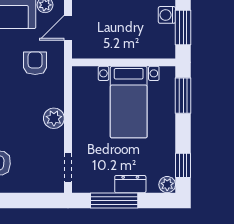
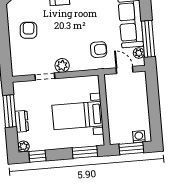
doorway: (68, 168) -> (45, 77), moved

